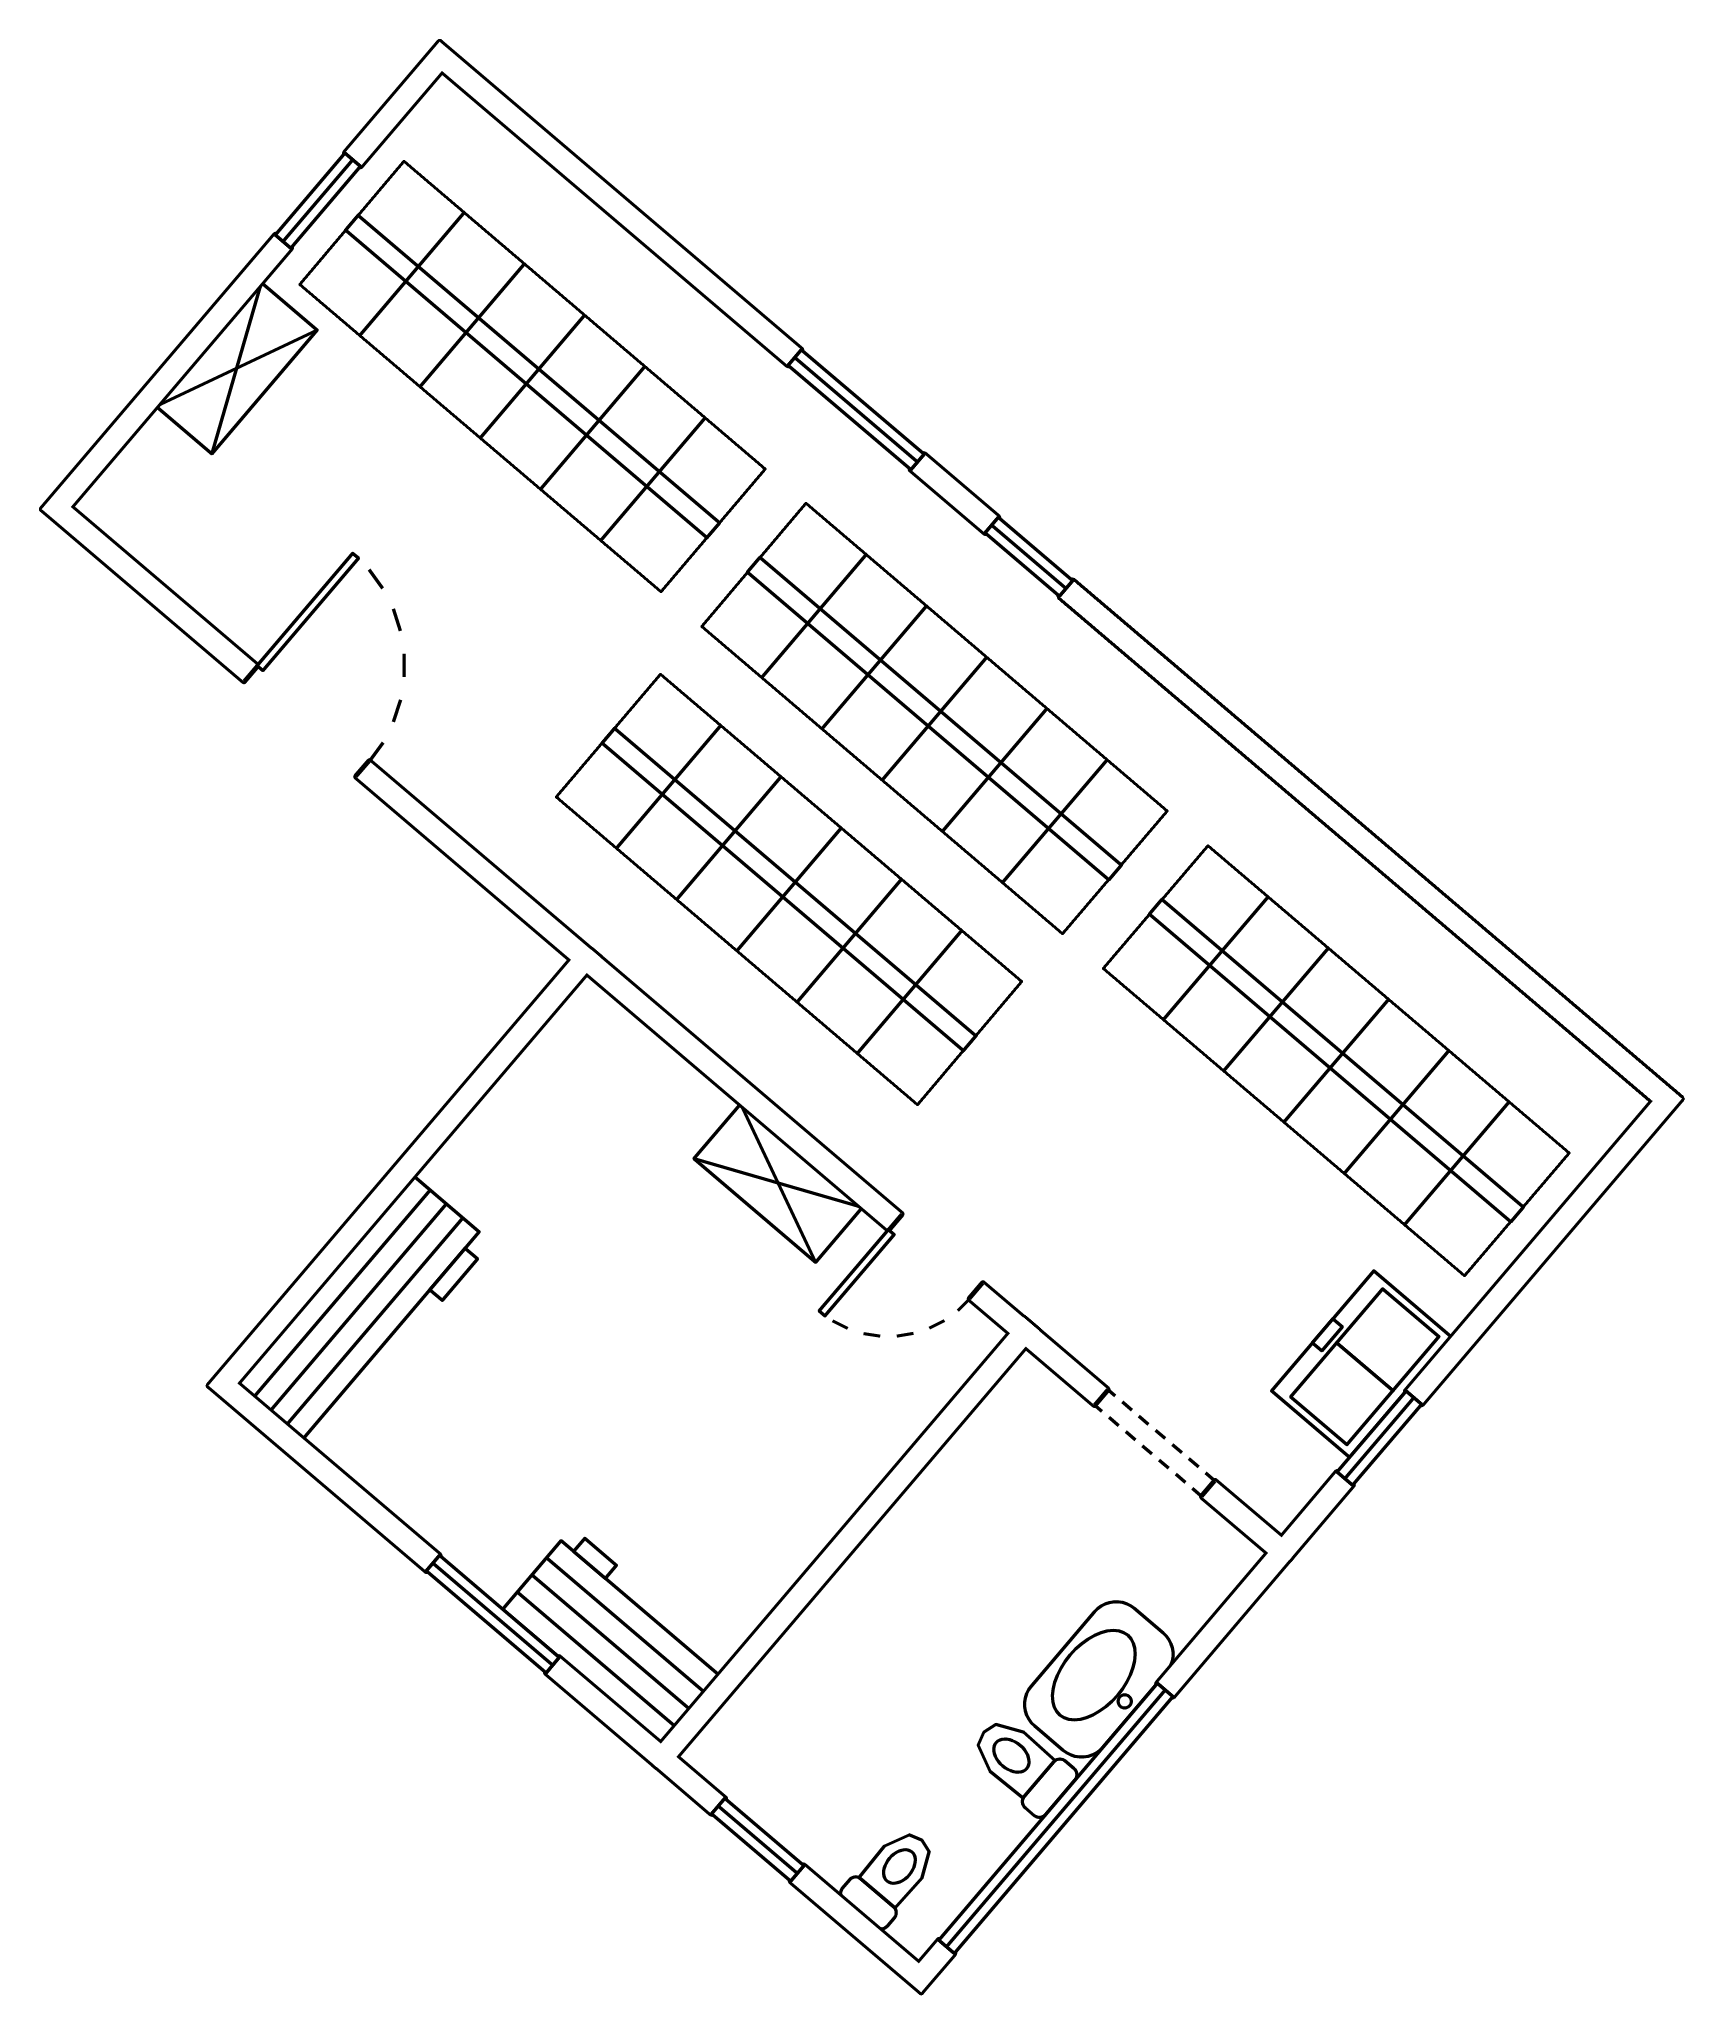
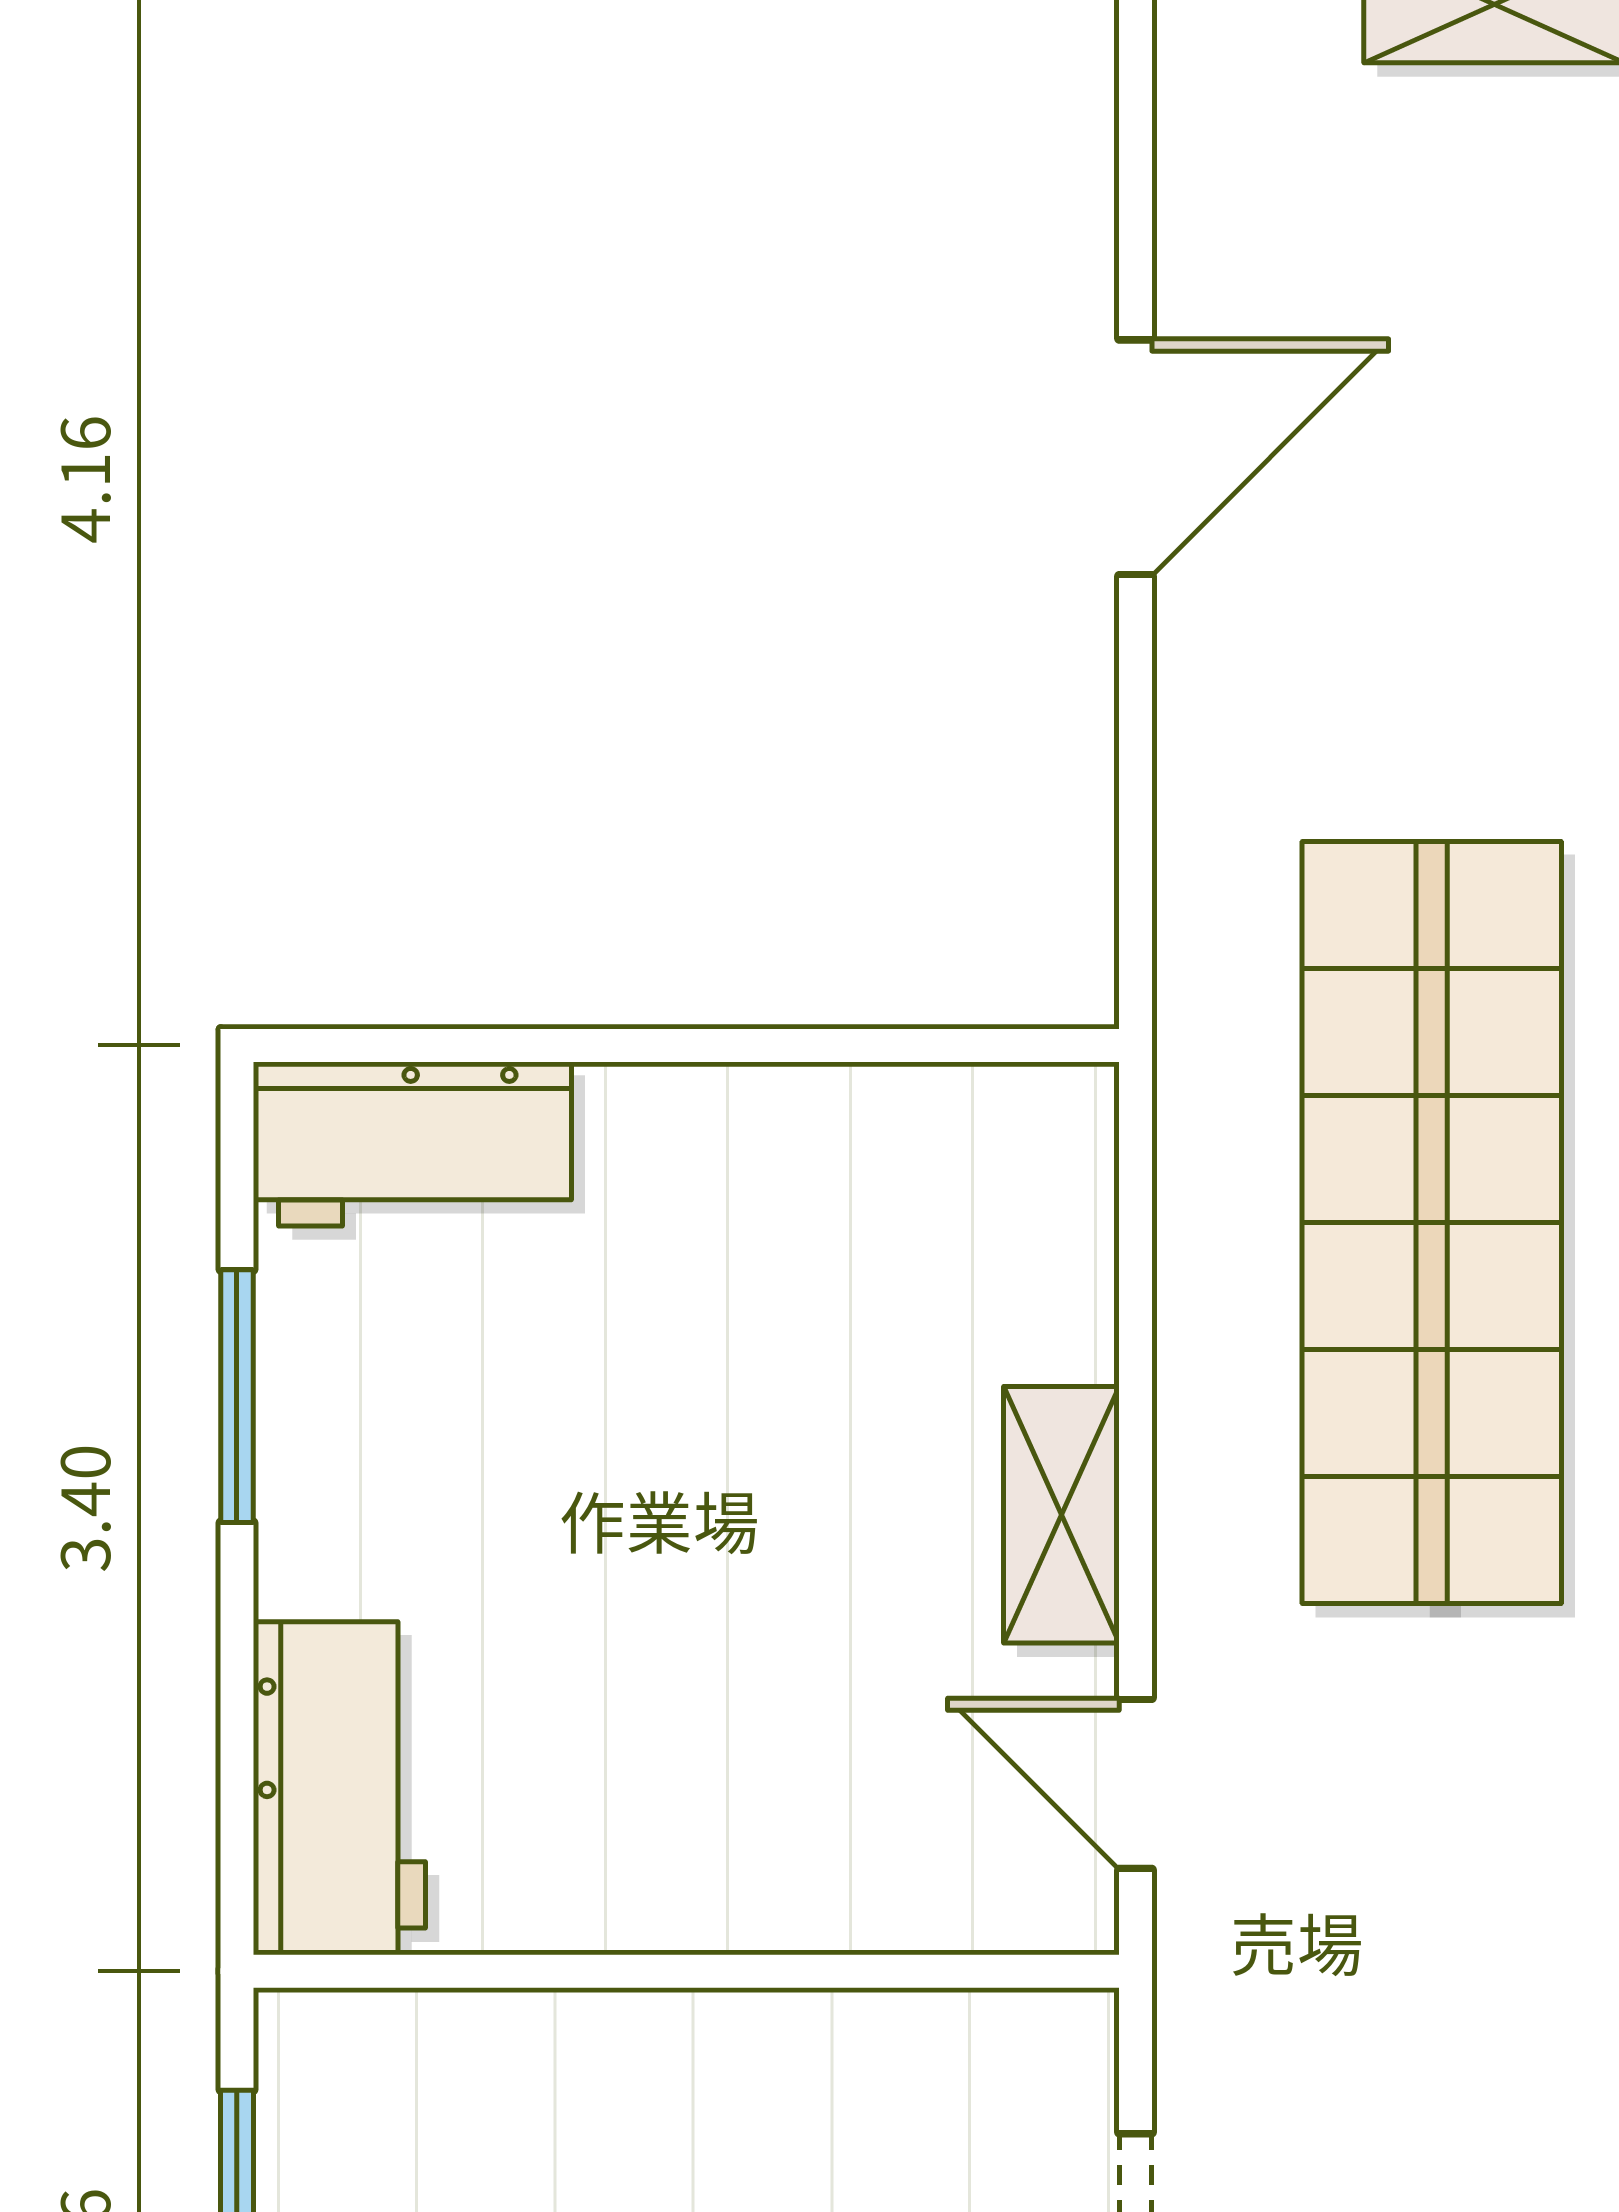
workbench: (364, 1313) -> (412, 1144), width x0.73
window: (493, 1614) -> (237, 1396), moved

